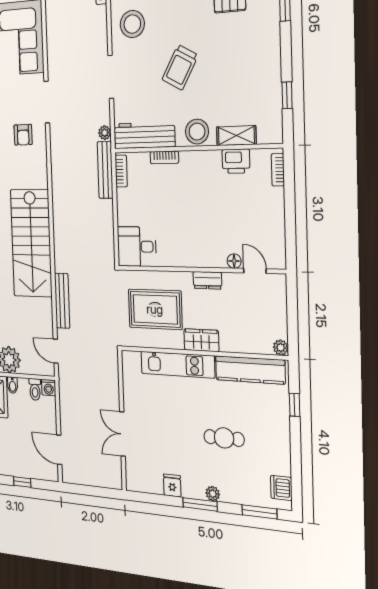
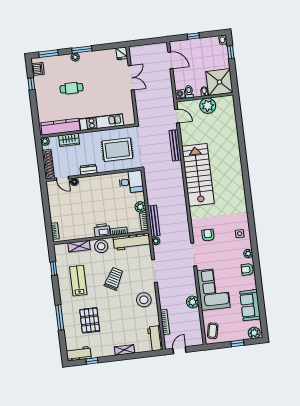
plant: (55, 16) -> (193, 302), added
lab bench: (244, 68) -> (78, 281), added
printer: (236, 161) -> (102, 230), moved
plant: (125, 198) -> (140, 207), added
shoe rack: (279, 302) -> (48, 164), added
wardrobe: (201, 340) -> (69, 140), moved
window: (295, 405) -> (31, 84), moved
fridge: (172, 485) -> (122, 53), moved

